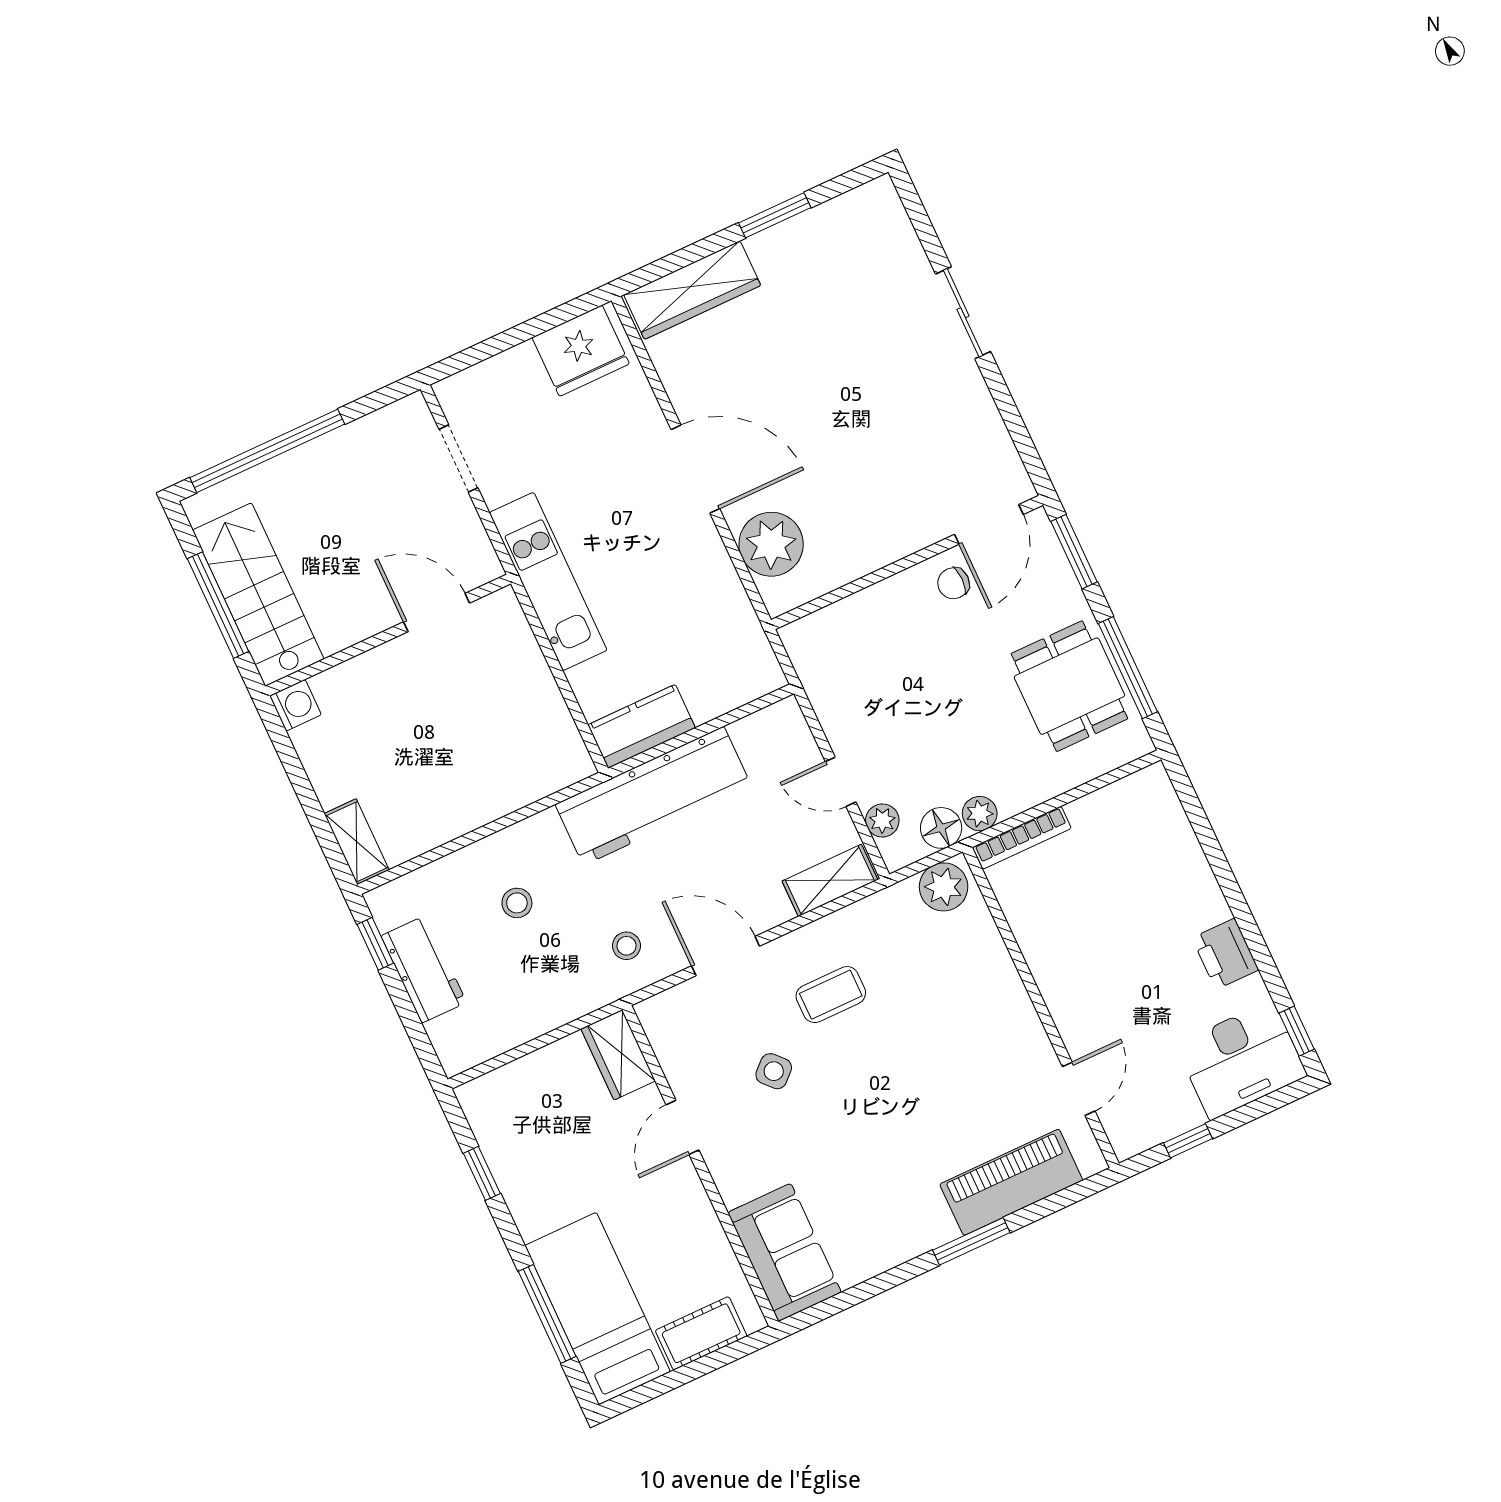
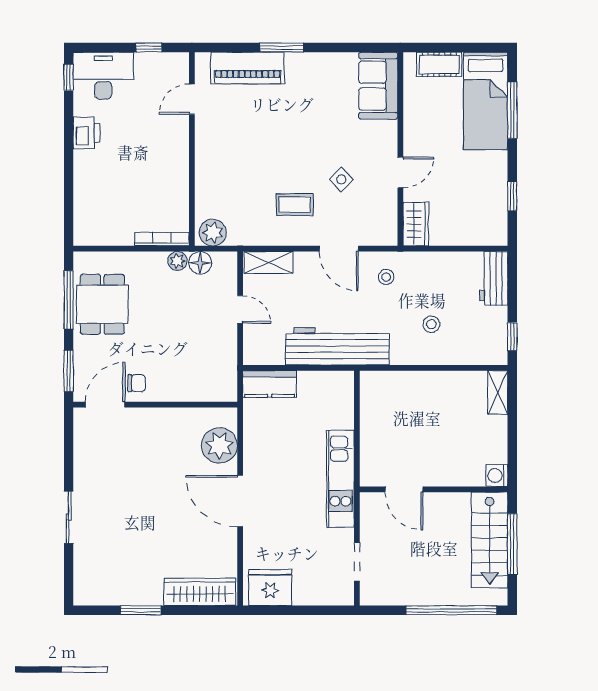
kitchen counter: (642, 726) -> (270, 384), moved
plant: (882, 820) -> (228, 280), removed
workbench: (424, 969) -> (494, 278), moved

